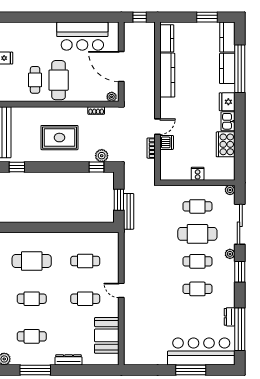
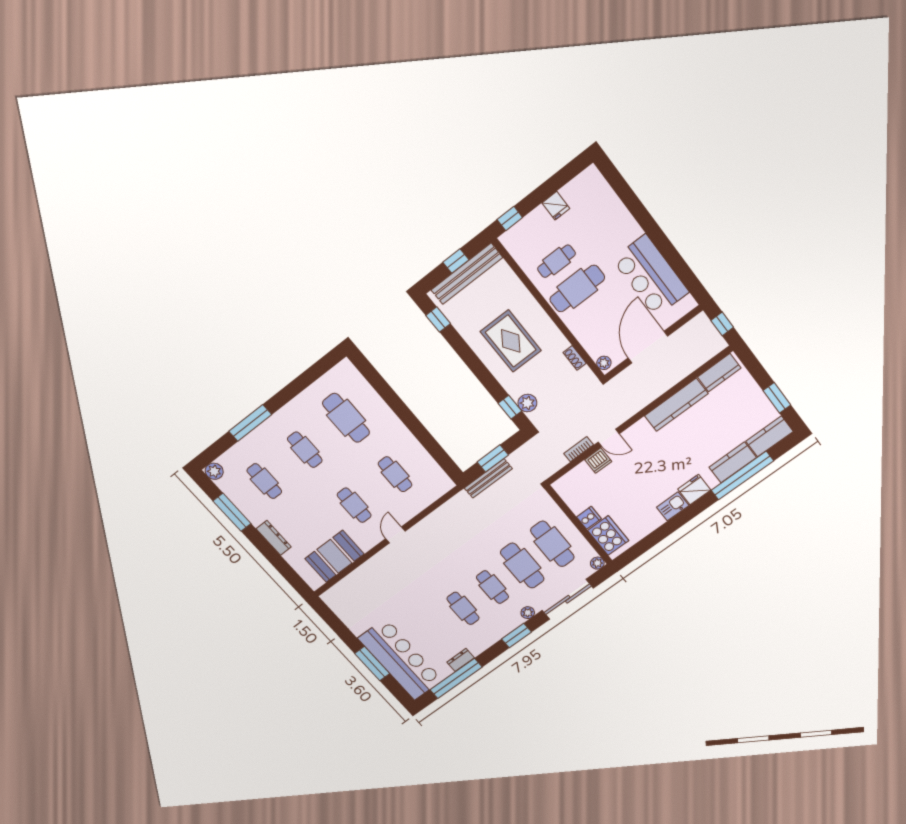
cooker: (226, 144) -> (608, 536), moved, turned 90
cafe table: (197, 206) -> (552, 544), width x1.37, depth x1.35

